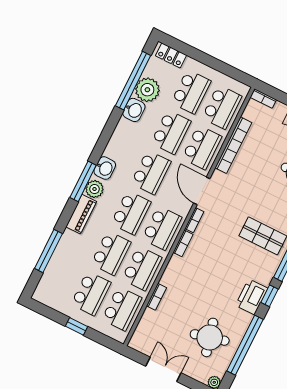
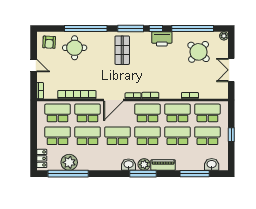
washbasin: (134, 110) -> (212, 164), moved
round table: (210, 337) -> (199, 52), turned -34

